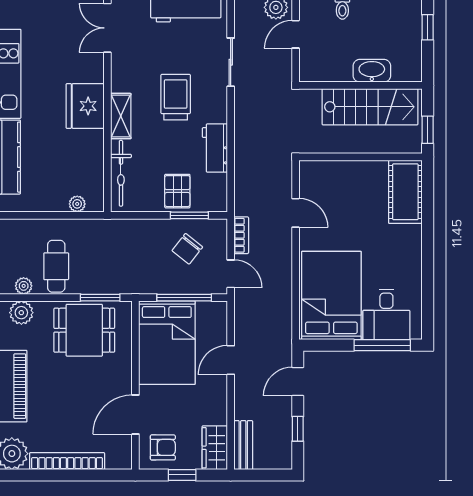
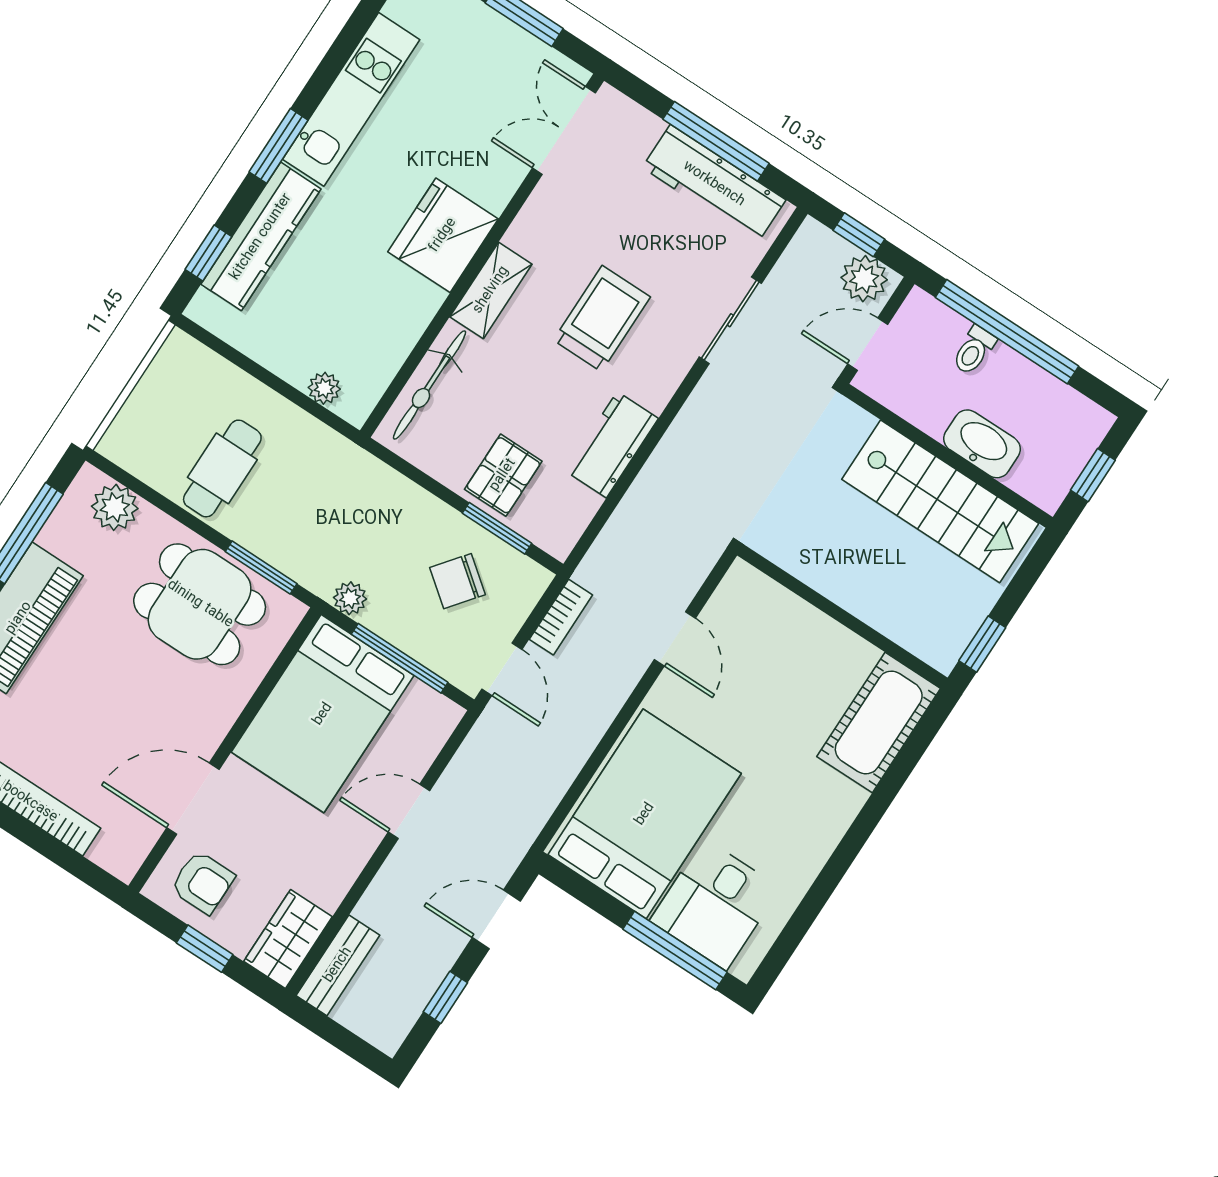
washbasin: (372, 71) -> (982, 444), moved
wall: (361, 85) -> (947, 456), moved
stairs: (370, 107) -> (940, 501), moved
plant: (24, 286) -> (350, 598), moved

